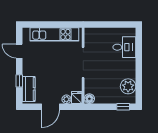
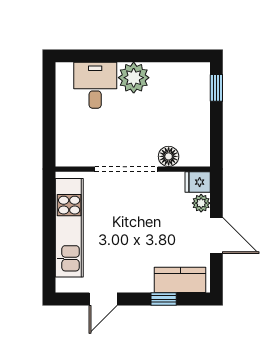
plant: (128, 86) -> (134, 78), moved
floor lamp: (89, 99) -> (169, 156), moved

